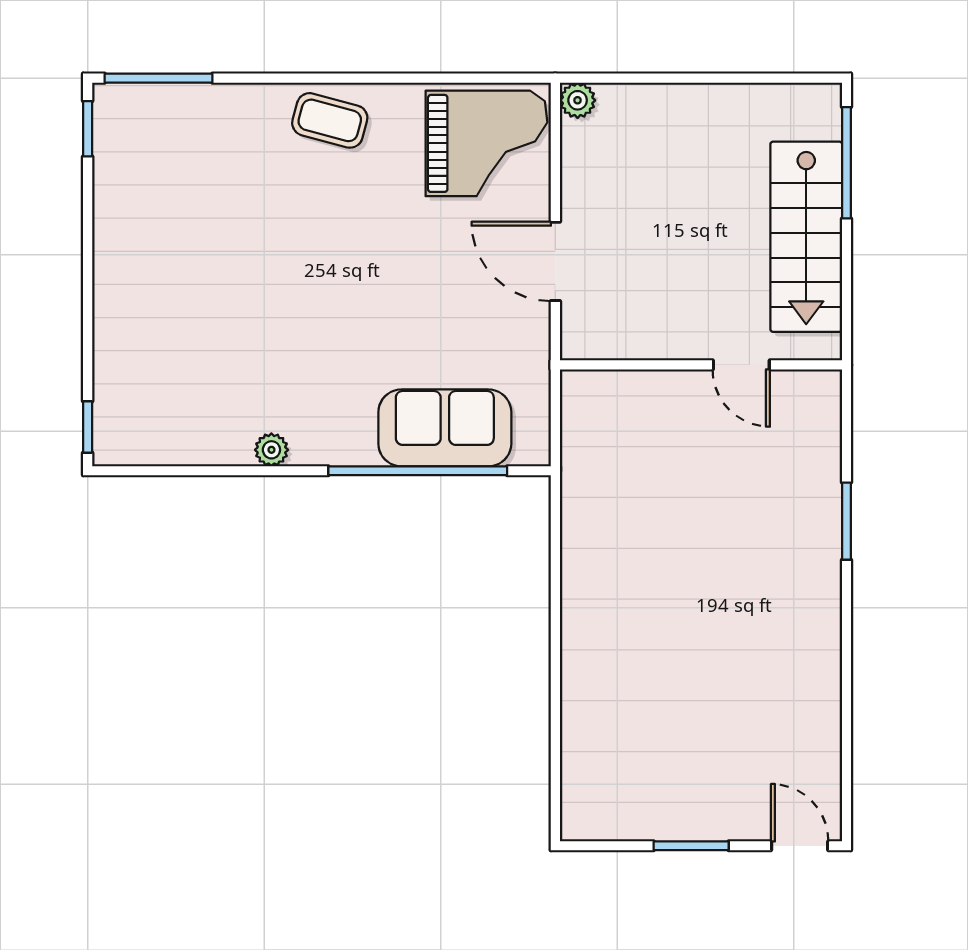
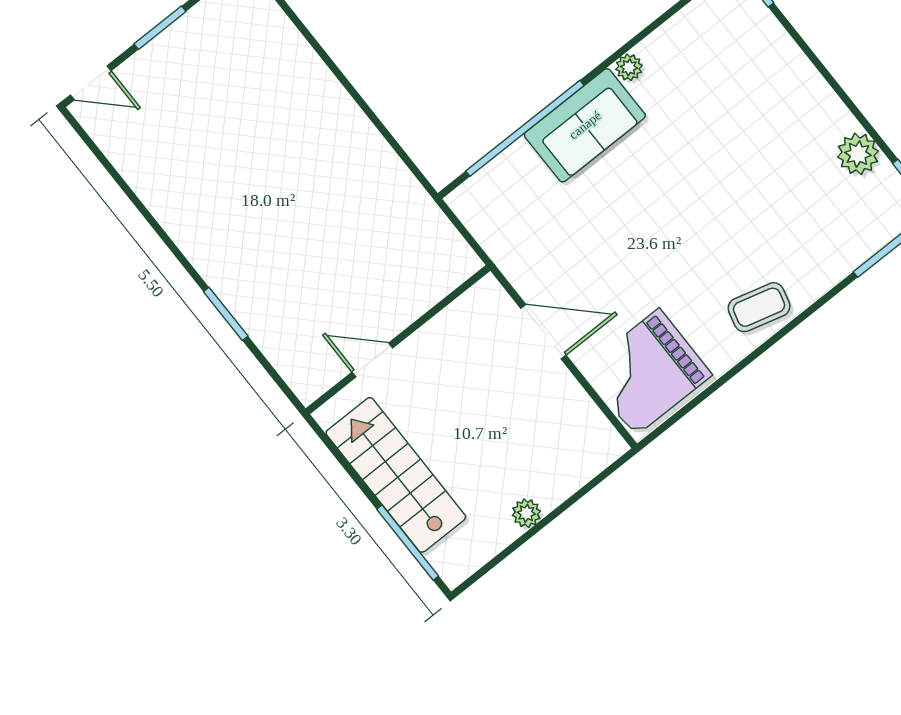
plant: (578, 100) -> (526, 513), moved
plant: (118, 192) -> (858, 154), added
sofa: (445, 428) -> (585, 125), moved

